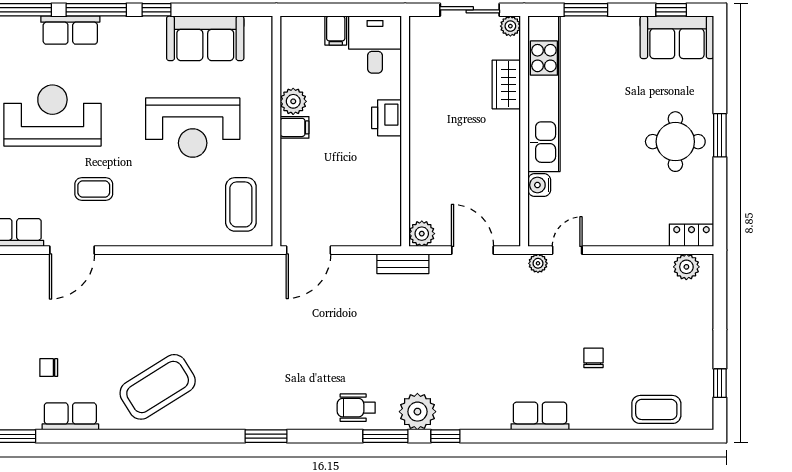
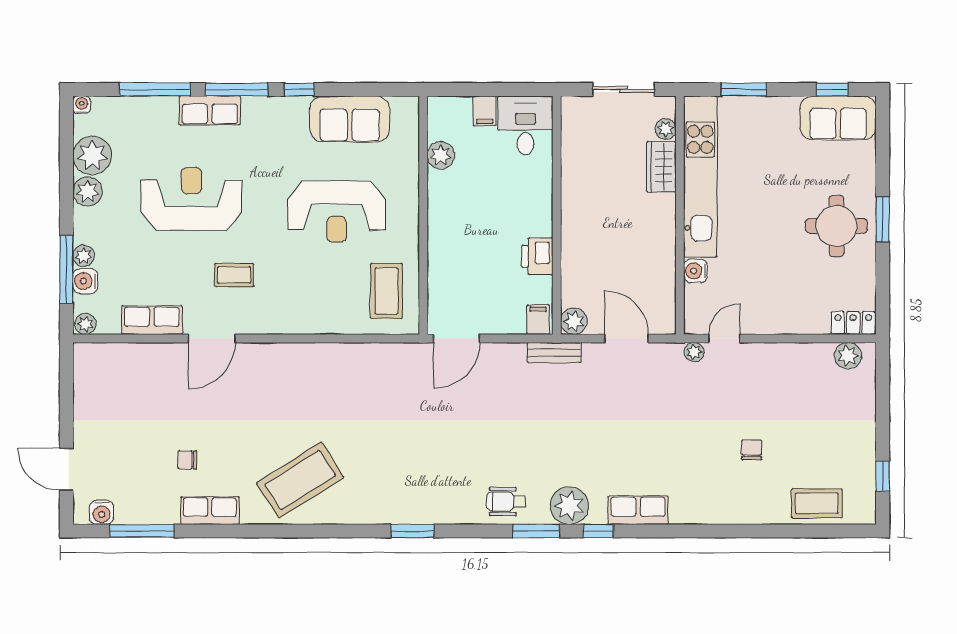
plant: (510, 26) -> (666, 129), moved
plant: (293, 101) -> (441, 155), moved
printer: (387, 118) -> (537, 256), moved
filing cabinet: (294, 127) -> (538, 320), moved, turned -90
row of seats: (540, 416) -> (638, 510), moved

